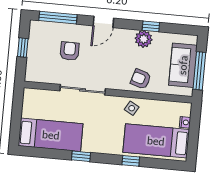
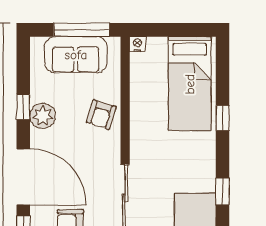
door: (103, 22) -> (23, 177), width x1.87
side table: (132, 108) -> (145, 124), removed
nightstand: (185, 122) -> (137, 44), moved

